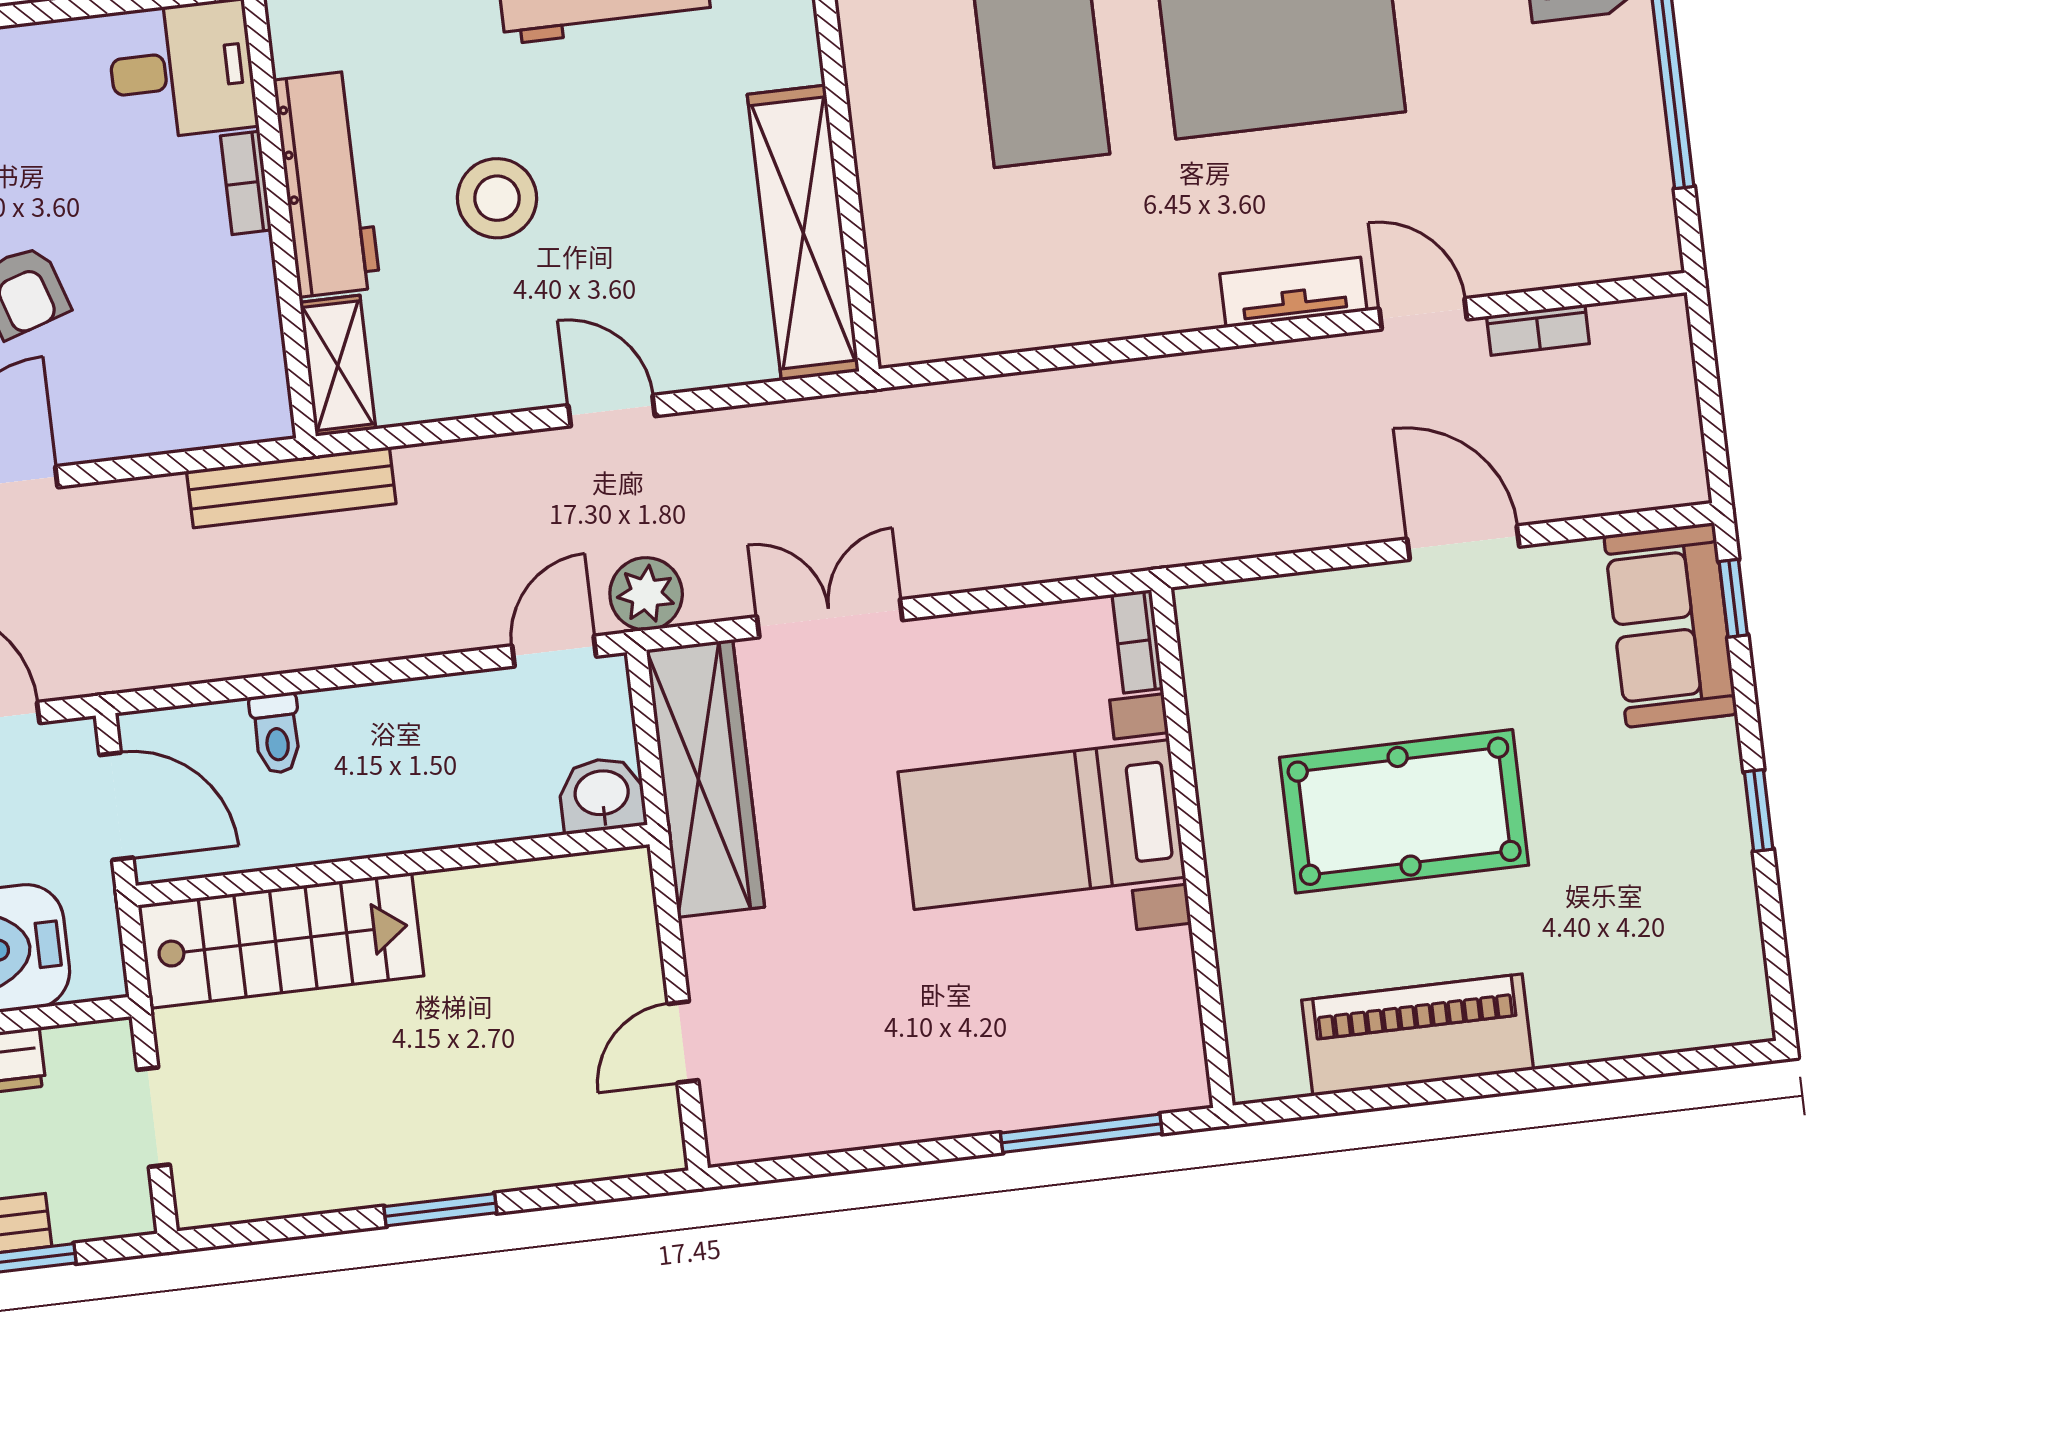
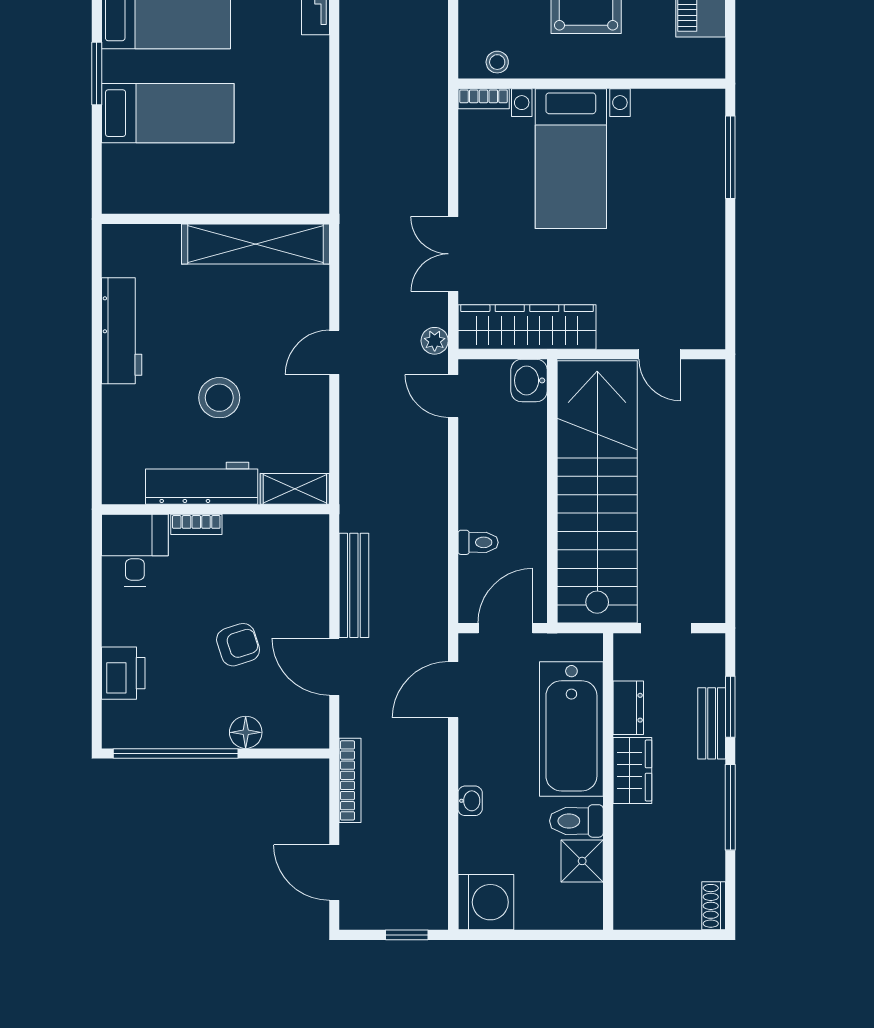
bench: (291, 487) -> (354, 585), moved
plant: (646, 594) -> (435, 341), width x0.73, depth x0.73
stool: (1212, 660) -> (497, 62), added
stairs: (281, 940) -> (597, 492), width x1.86, depth x1.51
window: (440, 1210) -> (730, 488), removed

